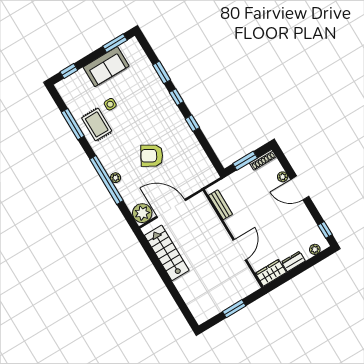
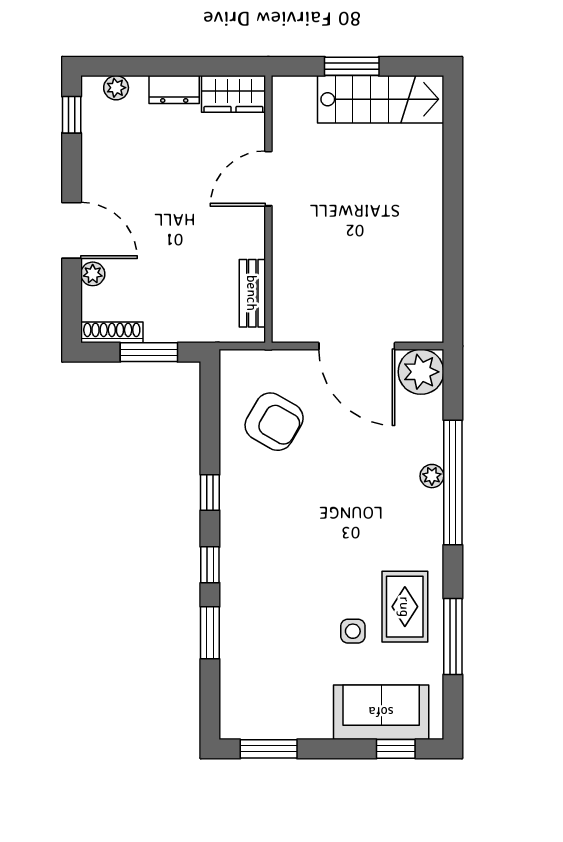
sofa: (106, 67) -> (381, 712), moved
armchair: (152, 156) -> (274, 422), moved
stairs: (167, 253) -> (381, 99), moved, turned -90

